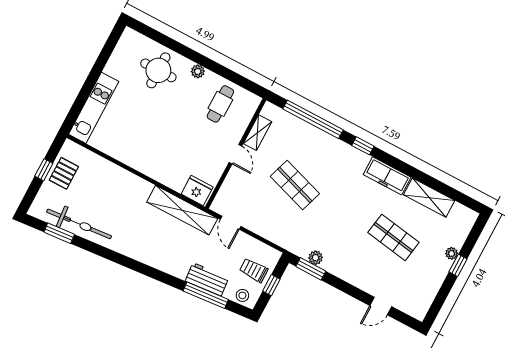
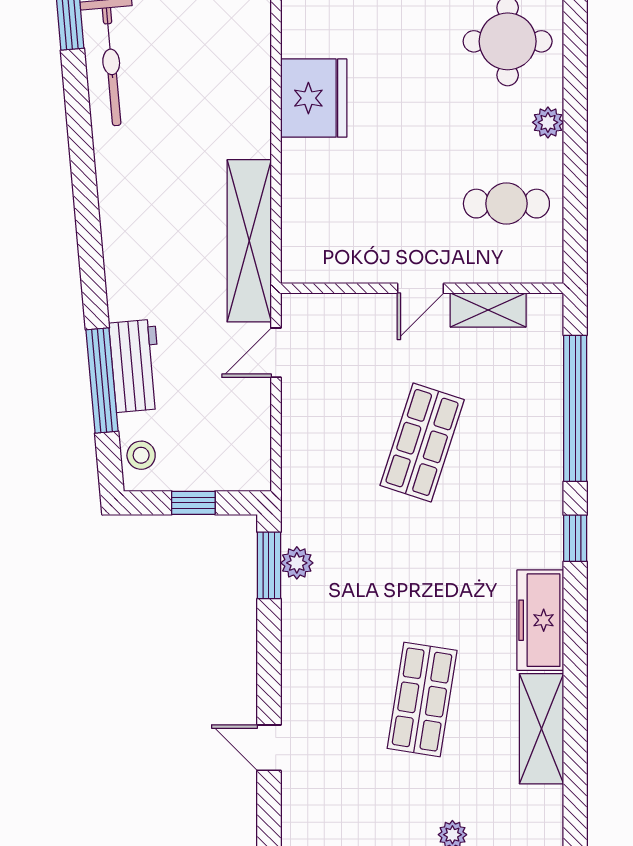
fridge: (197, 191) -> (314, 98), moved, width x1.36, depth x1.34
trolley: (254, 270) -> (204, 451), removed

